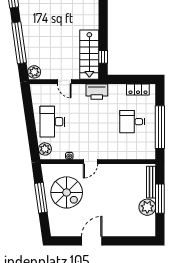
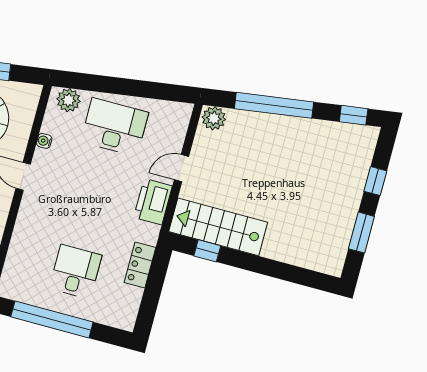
locker: (138, 89) -> (140, 265), moved
printer: (97, 92) -> (153, 202), moved

